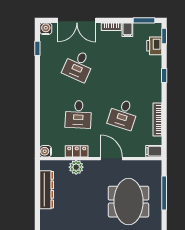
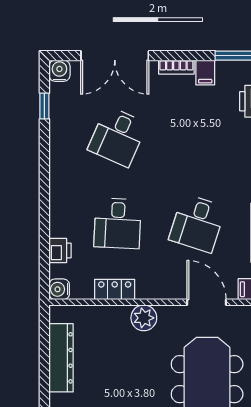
printer: (46, 129) -> (60, 250), added
door: (111, 159) -> (207, 302), moved
plant: (76, 167) -> (144, 318), moved

